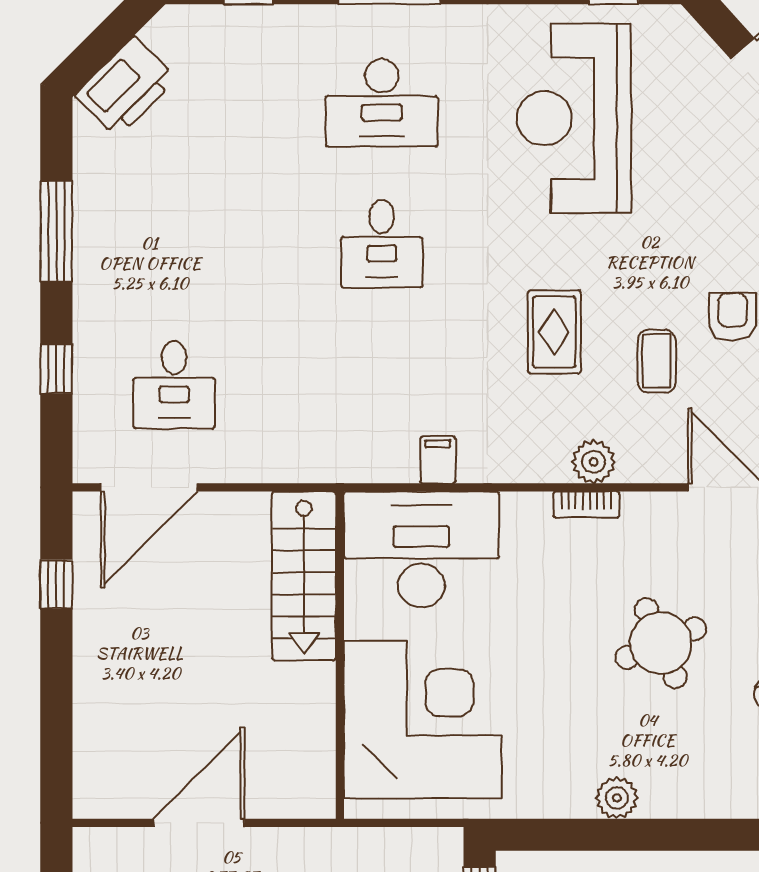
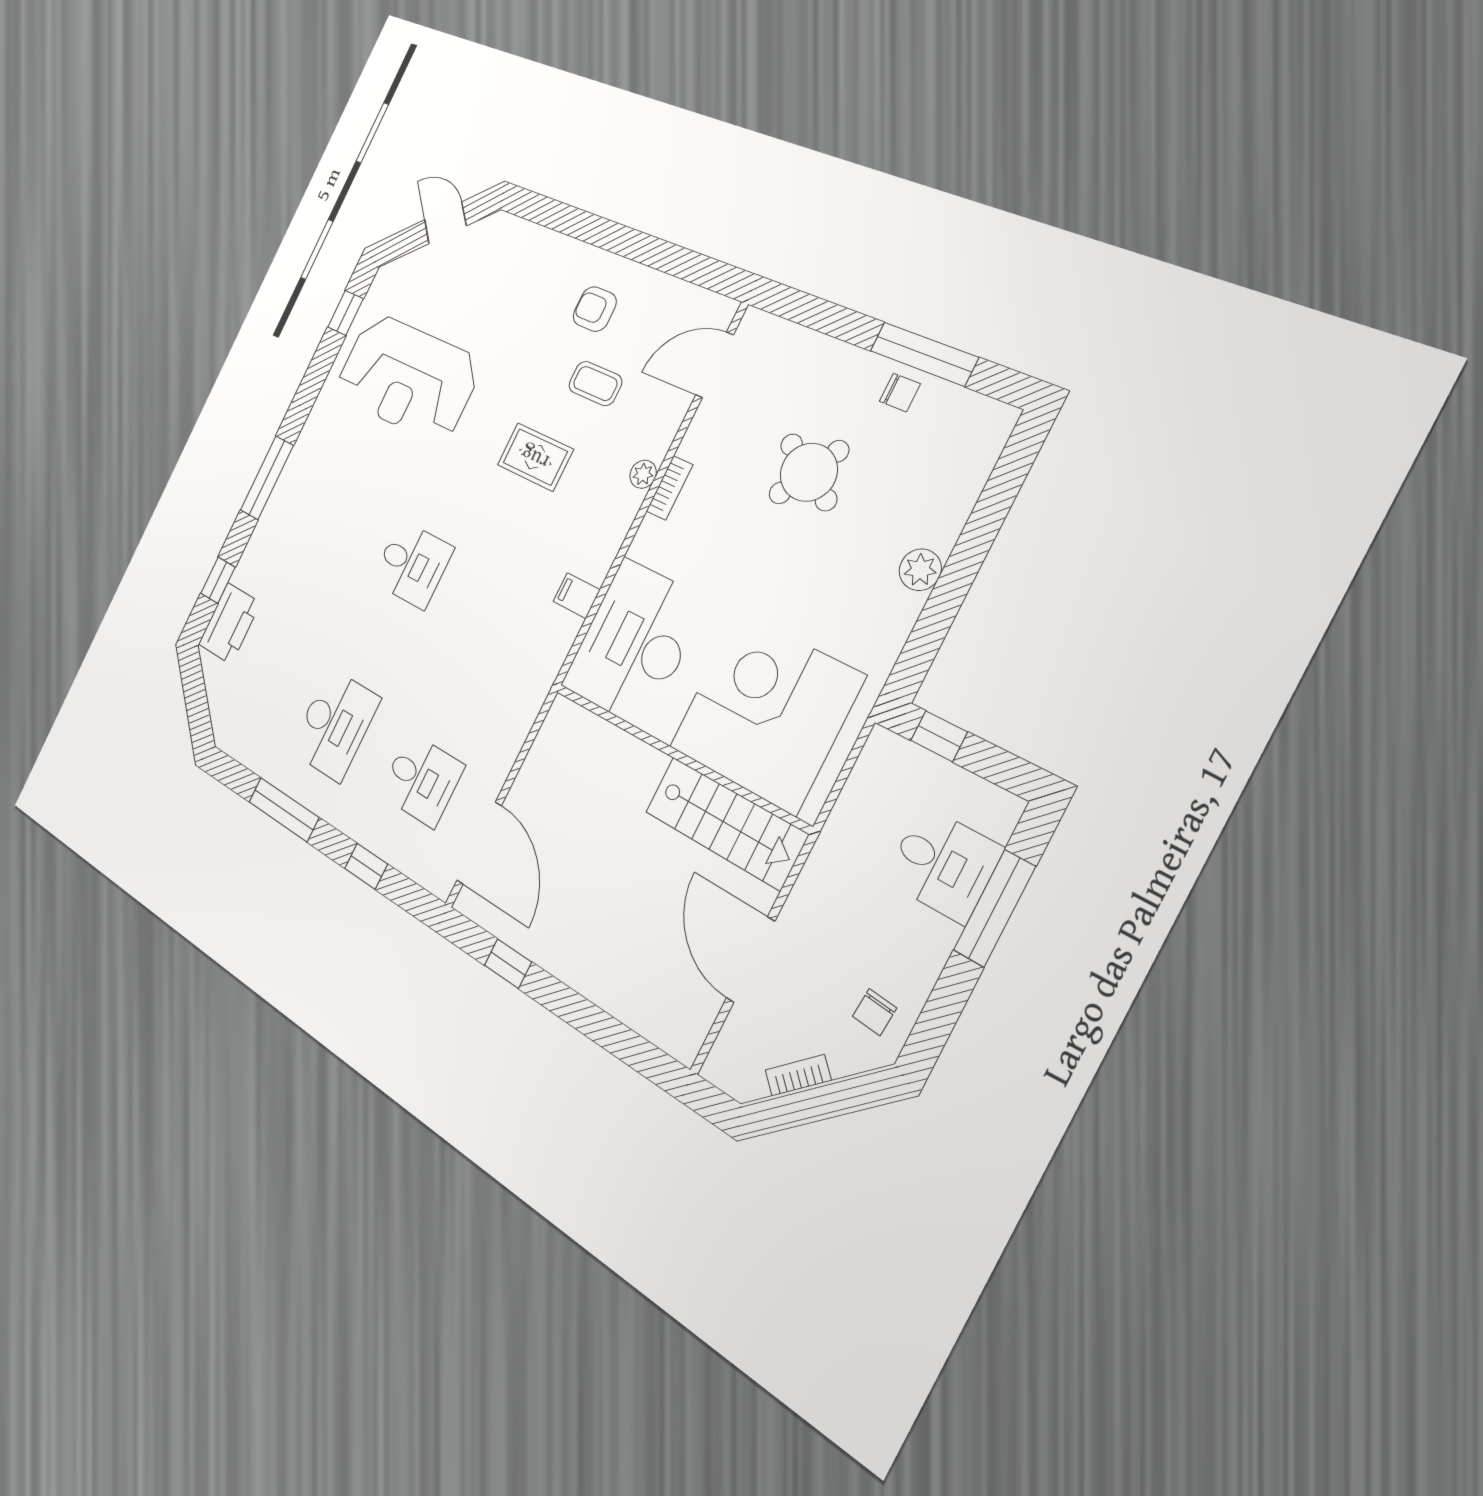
printer: (126, 87) -> (229, 623), moved, turned 45
desk: (382, 103) -> (335, 725), moved
plant: (594, 462) -> (643, 474), width x0.73, depth x0.73
stairs: (304, 576) -> (726, 823), moved
round table: (661, 643) -> (809, 472), turned -36

